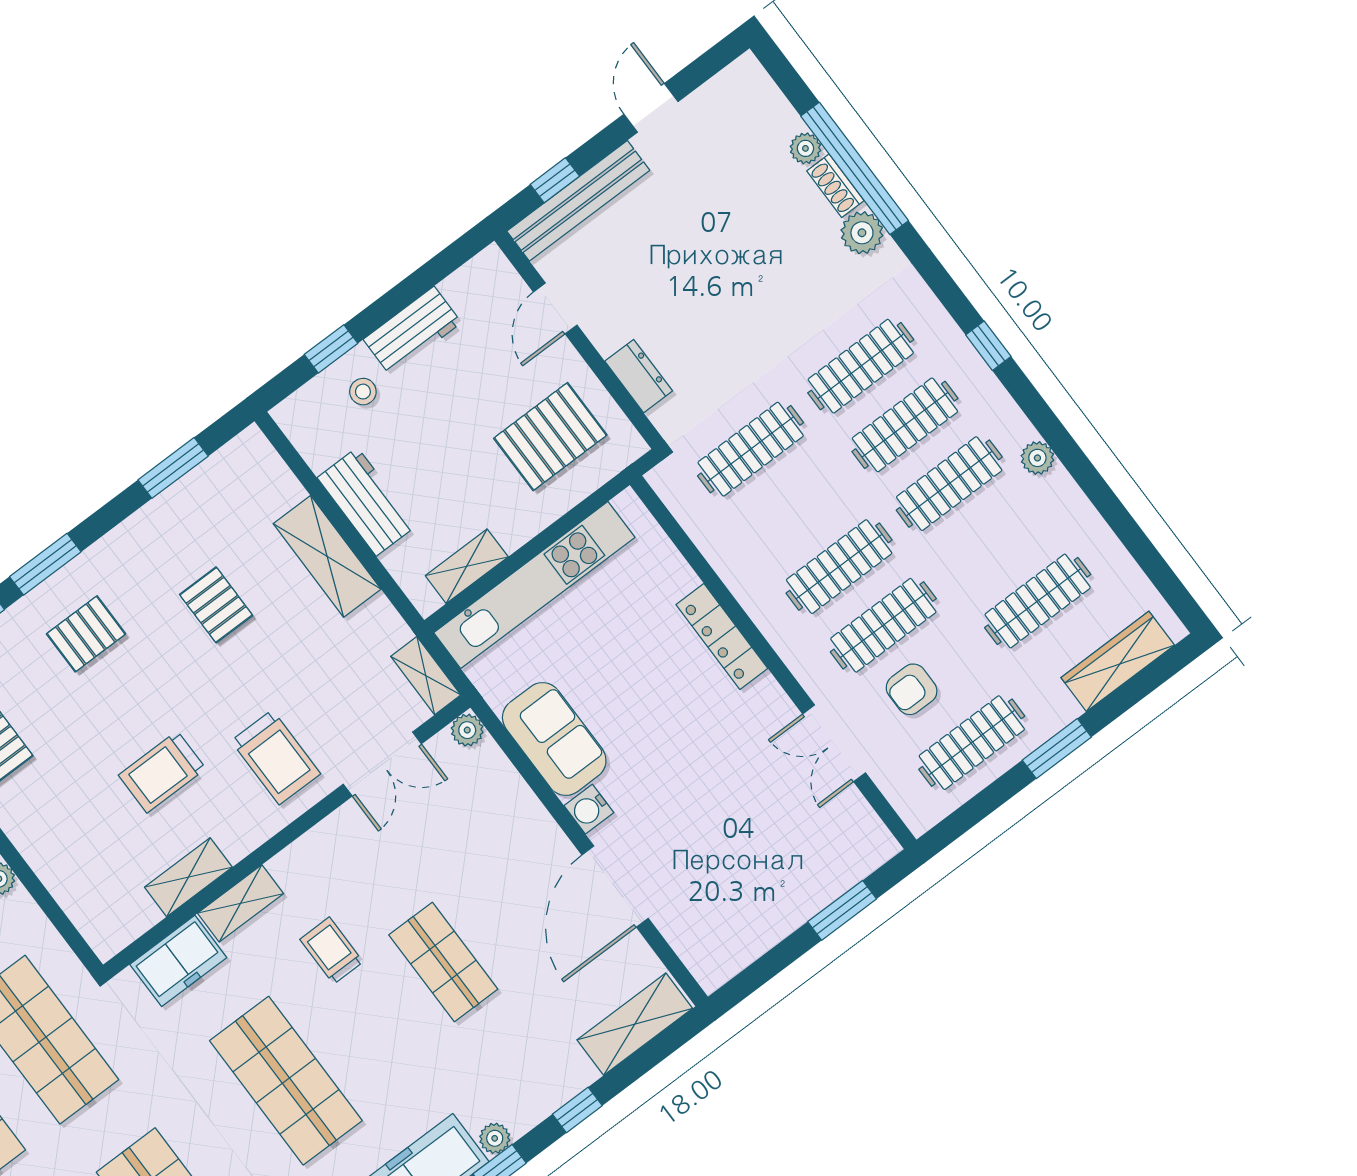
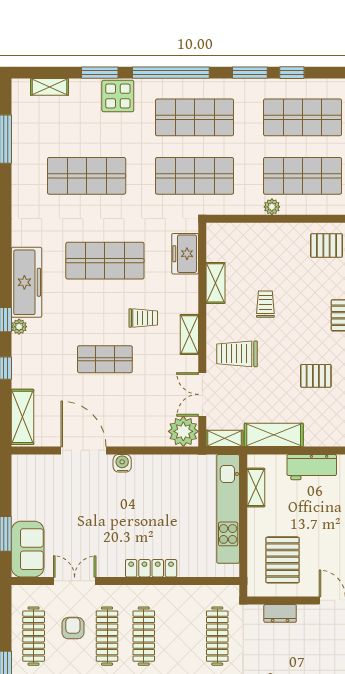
shelving: (327, 556) -> (274, 435), moved
plant: (467, 730) -> (183, 431), width x1.87, depth x1.87
sofa: (554, 739) -> (28, 549), moved, turned -90
trolley: (162, 772) -> (265, 304), width x0.73, depth x0.72
shelving: (241, 903) -> (189, 335), moved

